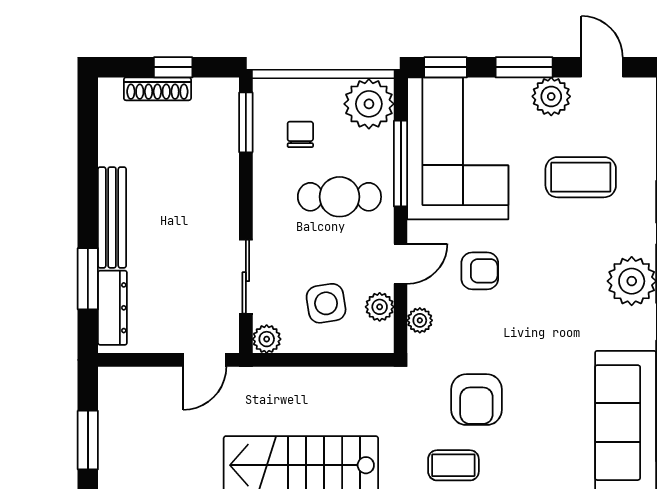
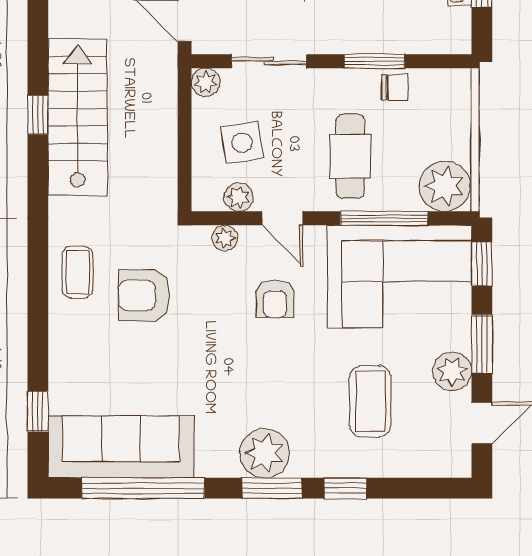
window: (246, 122) -> (374, 61), moved
chair: (300, 134) -> (395, 87), moved

